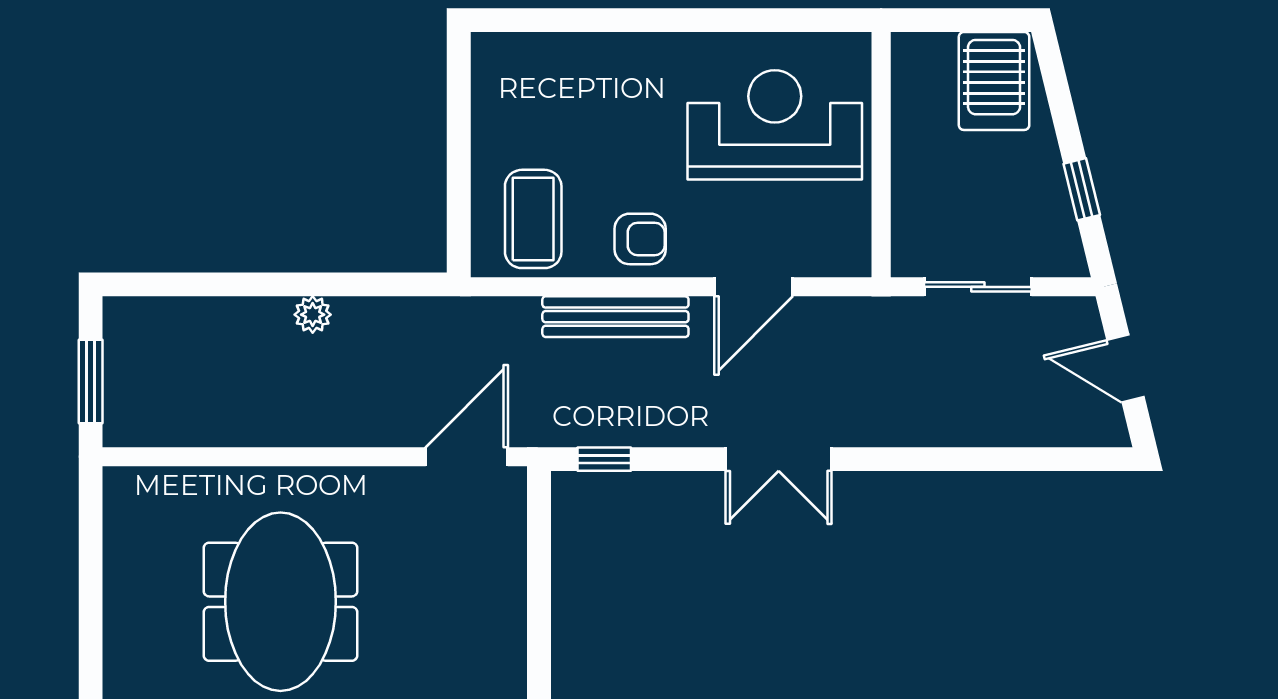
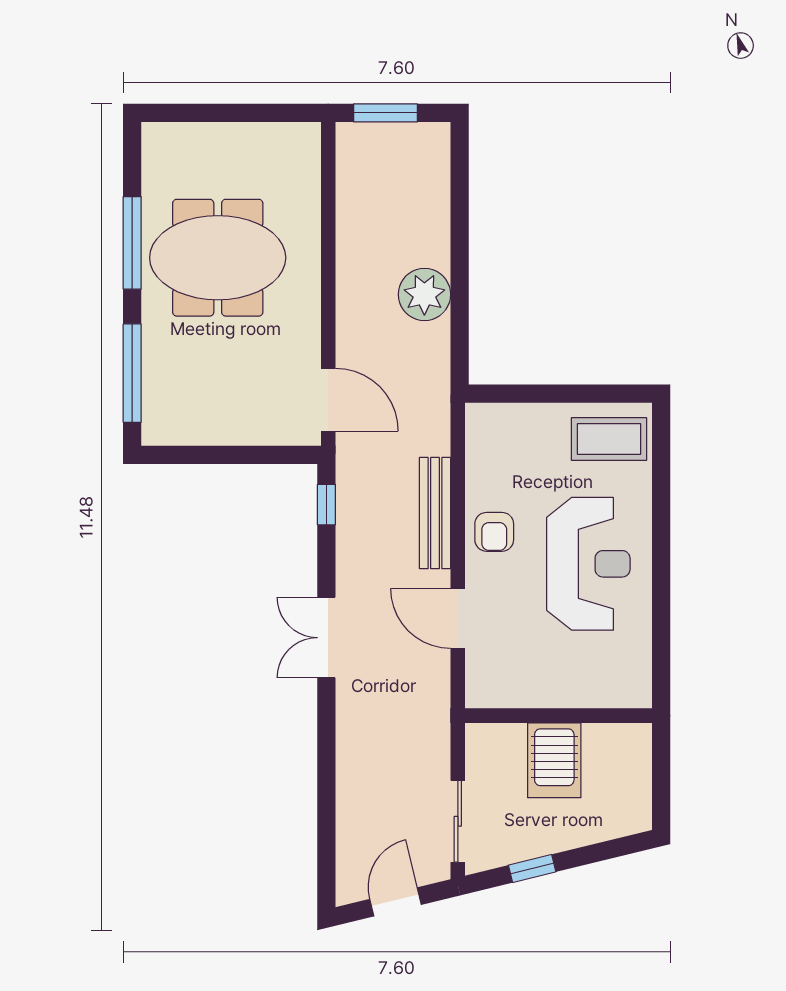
server rack: (994, 81) -> (554, 760), moved, turned -90
reception desk: (775, 125) -> (588, 564), moved
coffee table: (533, 219) -> (609, 439), moved
sliding door: (978, 287) -> (458, 821), moved
plant: (313, 315) -> (424, 294), width x1.87, depth x1.87

